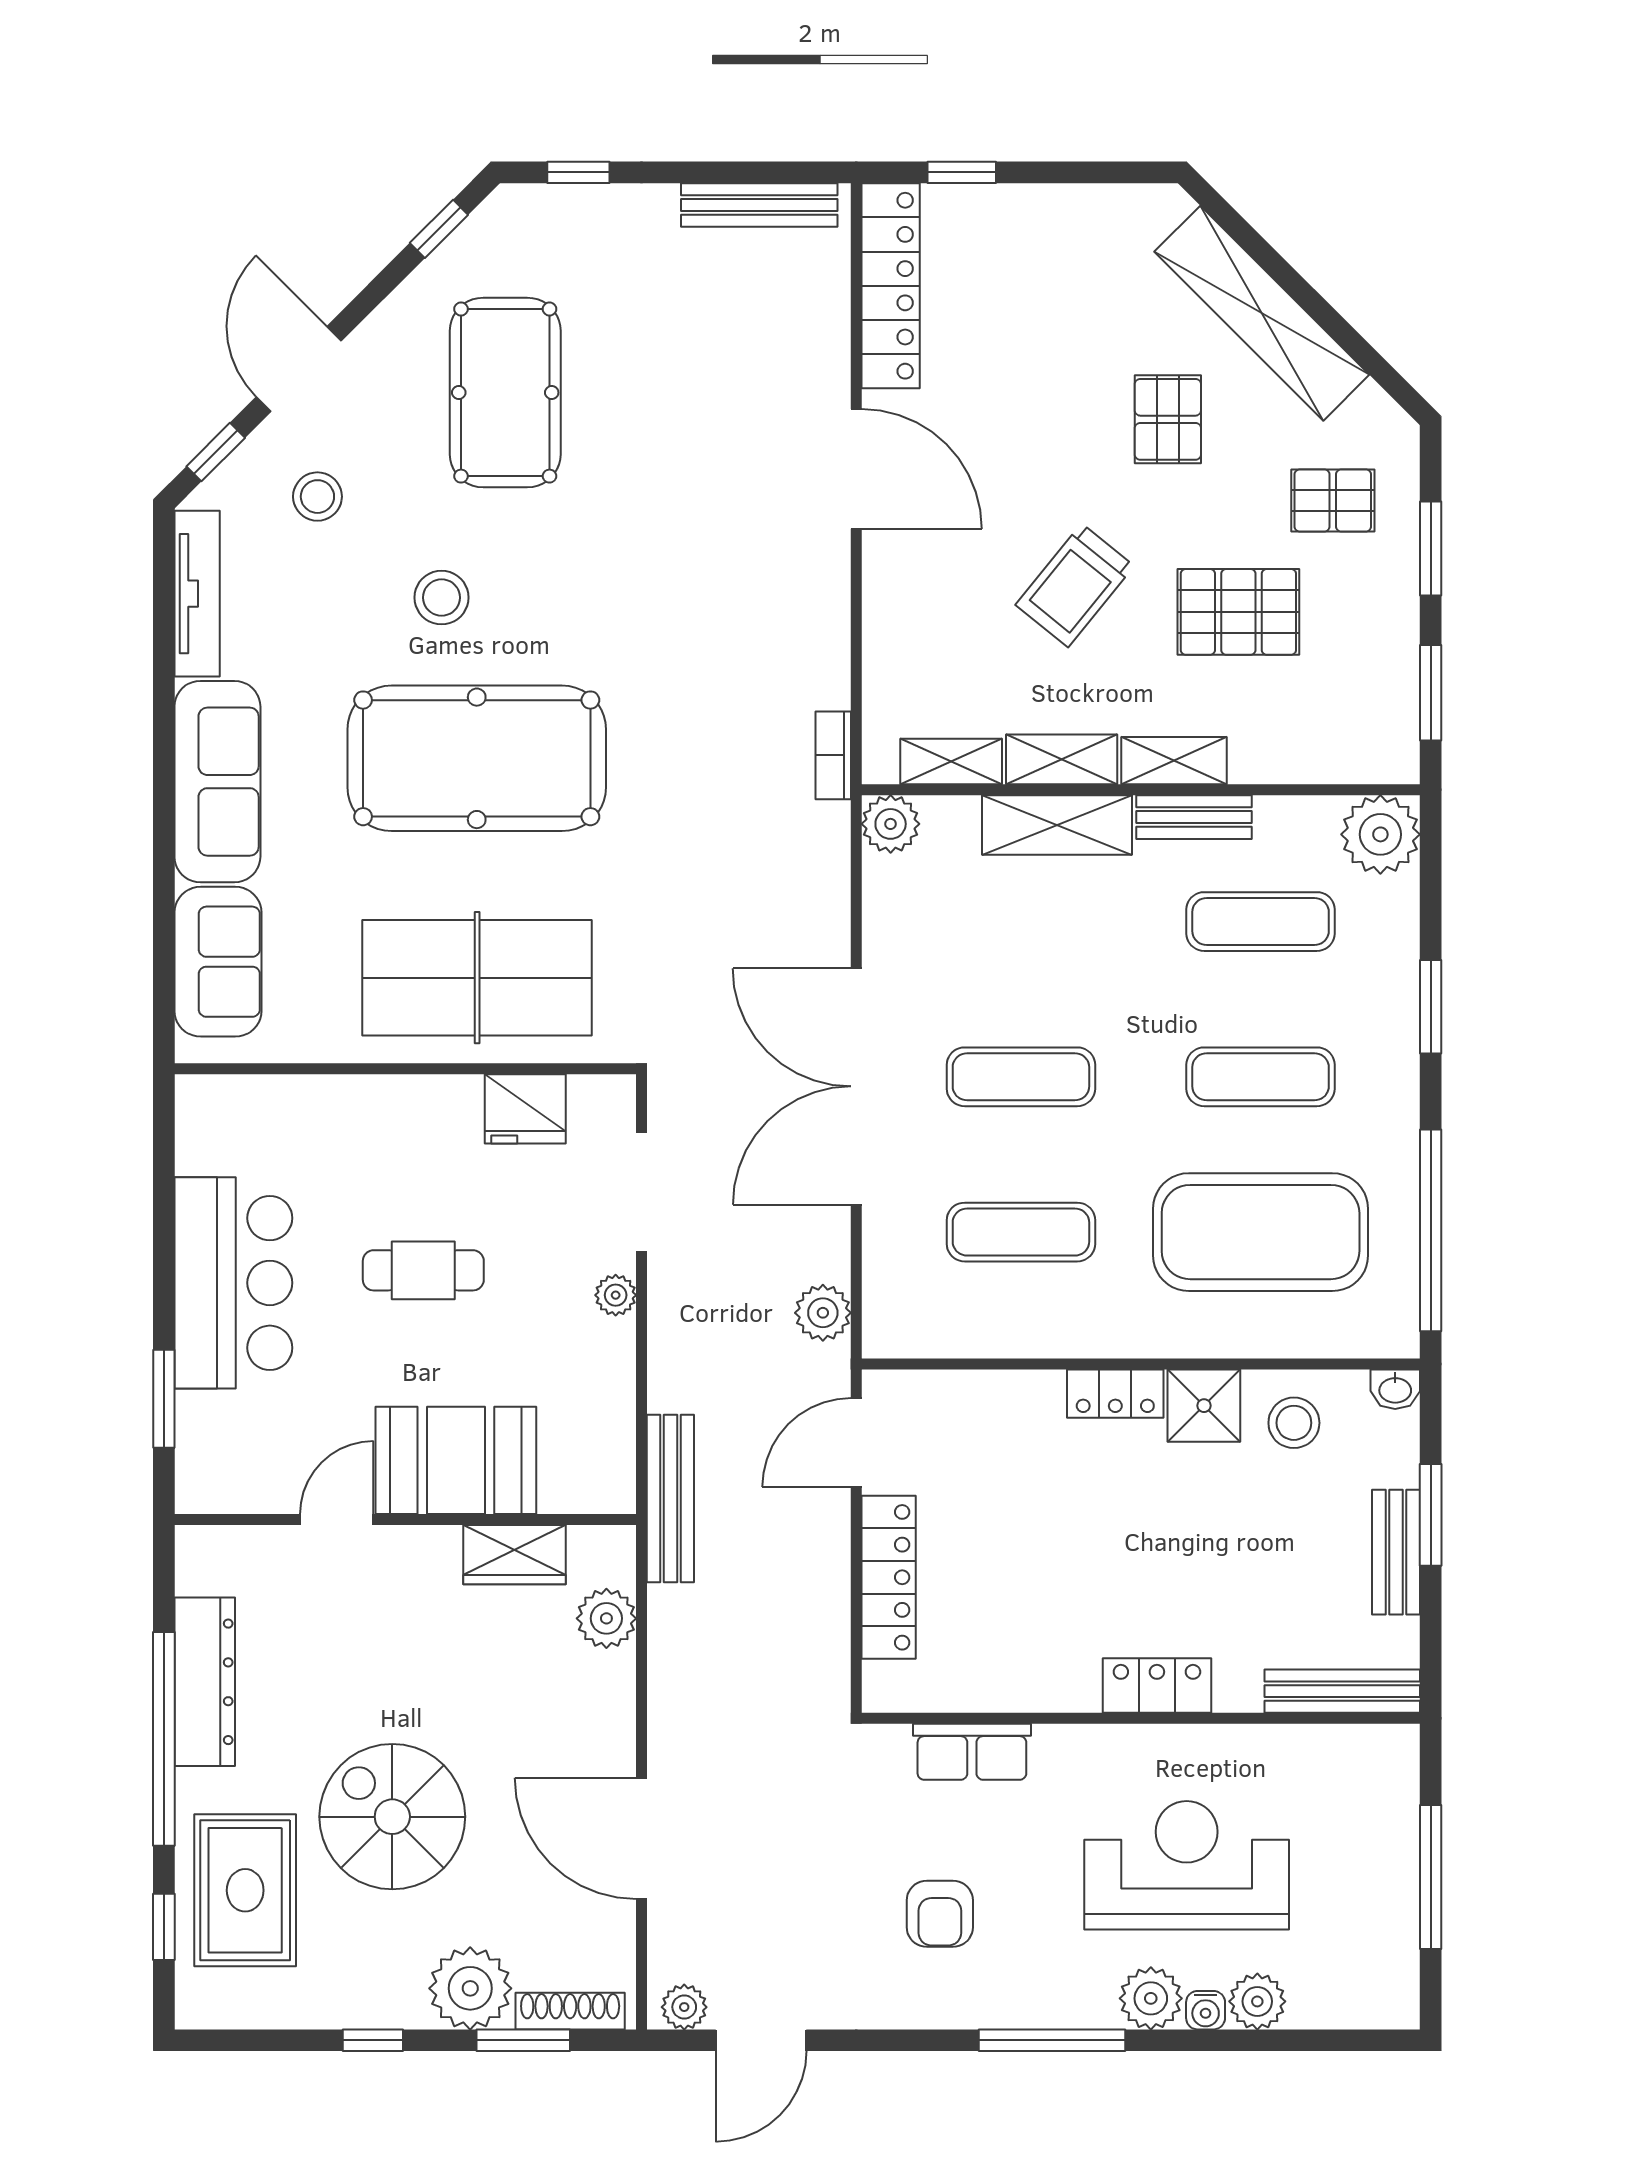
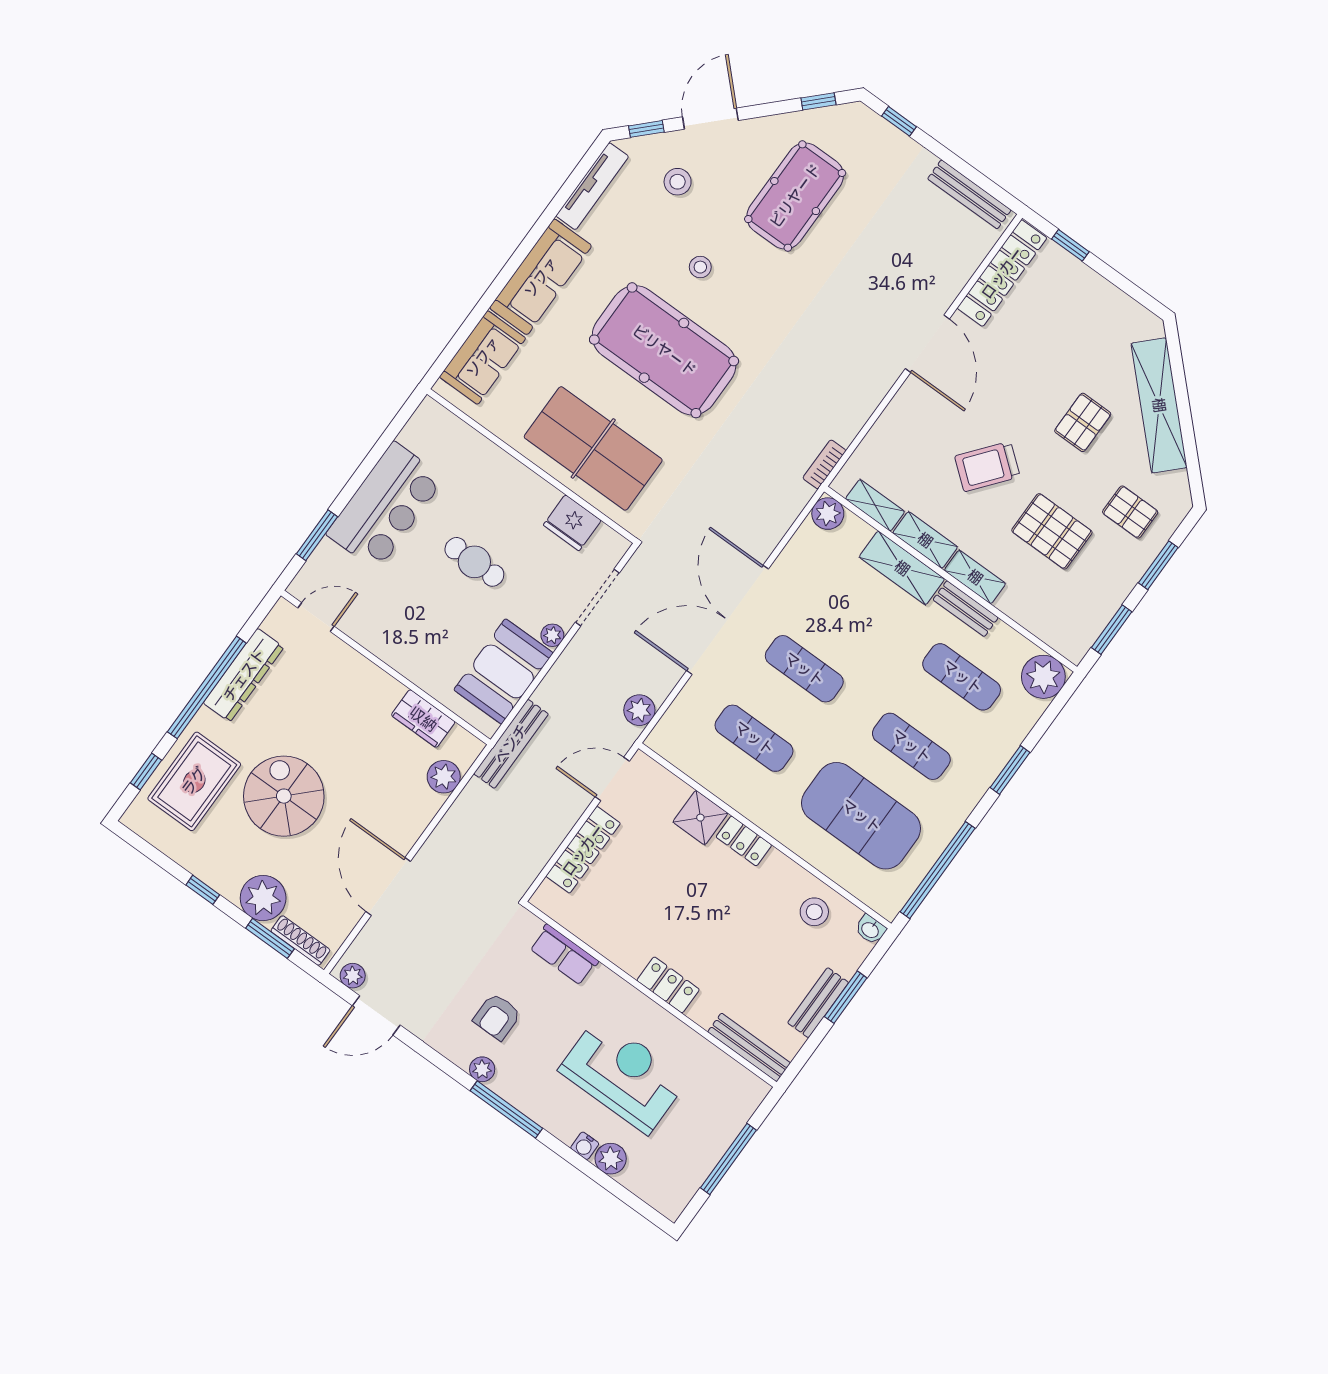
stool: (442, 598) -> (700, 267), width x0.73, depth x0.73
shower: (1204, 1406) -> (700, 818), moved
booth: (456, 1460) -> (503, 671), moved, turned 90
door: (337, 1520) -> (316, 617), moved
plant: (1151, 1998) -> (482, 1069), moved, width x0.73, depth x0.73

